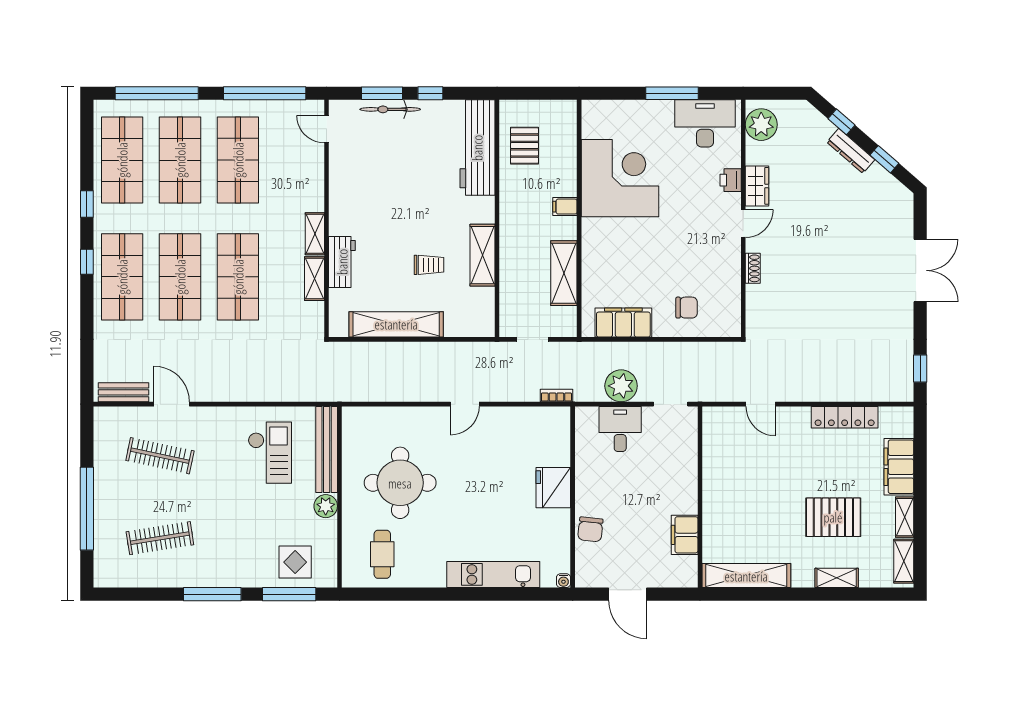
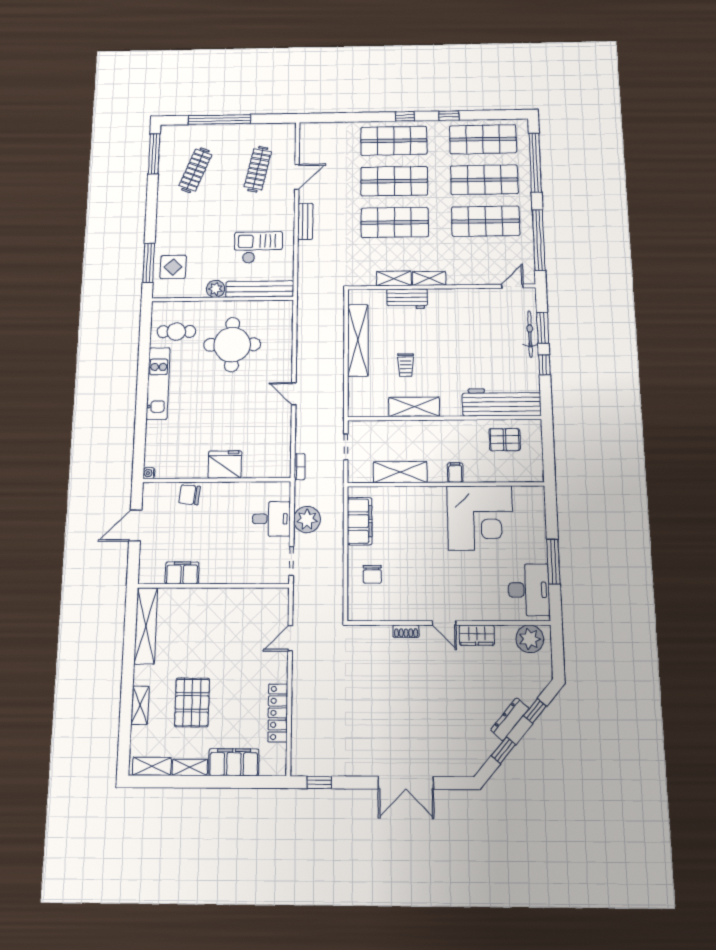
printer: (731, 180) -> (481, 612), removed
bench: (124, 392) -> (305, 222), moved
checkout: (270, 453) -> (258, 247), turned 180
clothes rail: (160, 538) -> (195, 170), turned 30
kitchen unit: (493, 574) -> (158, 383), moved
window: (212, 594) -> (154, 154), moved

